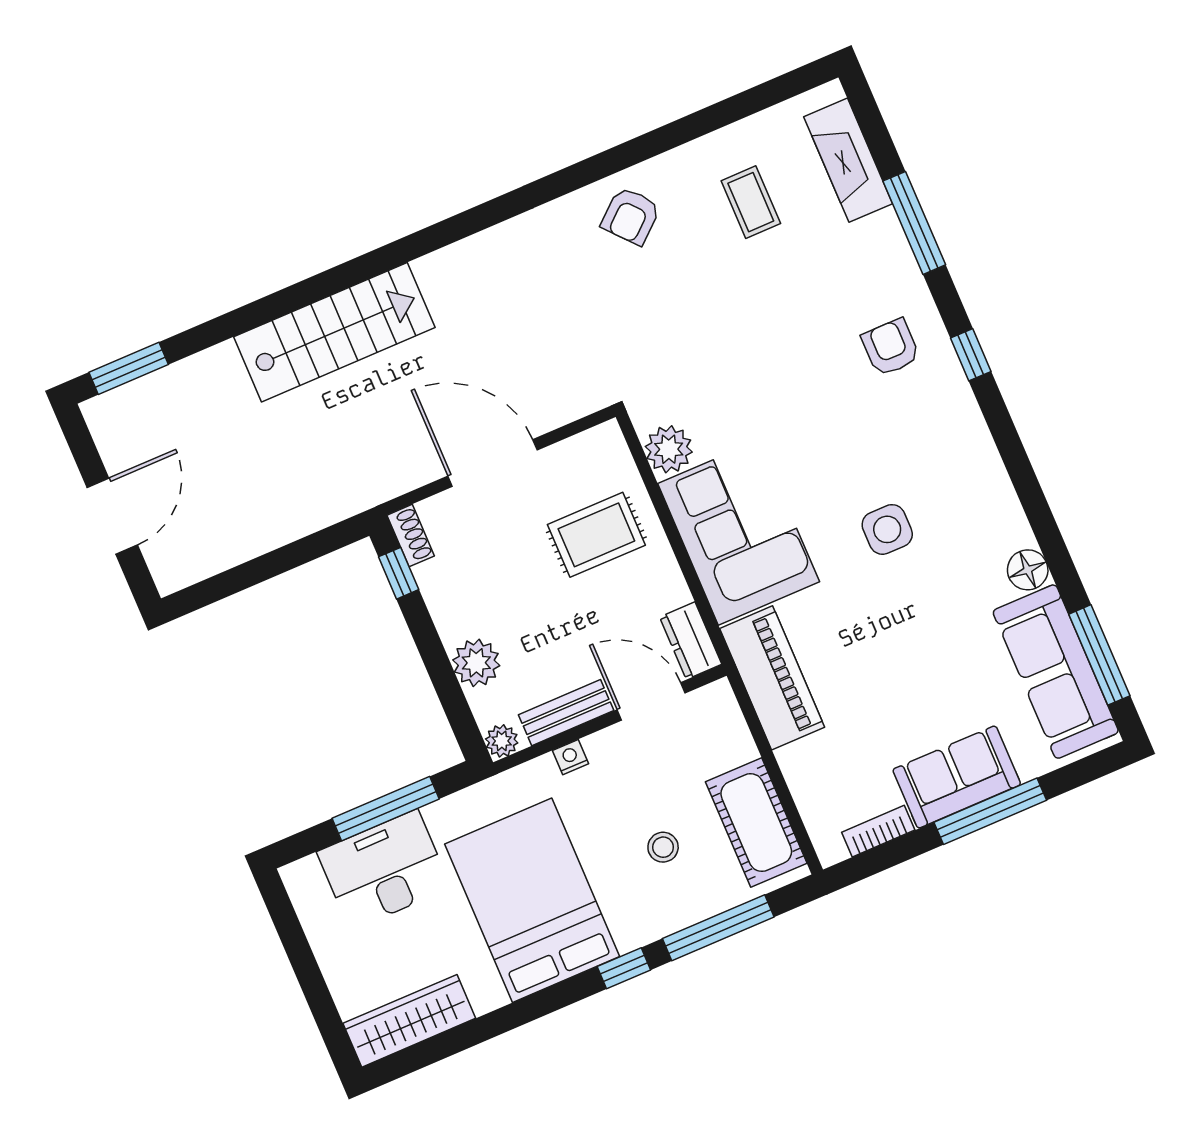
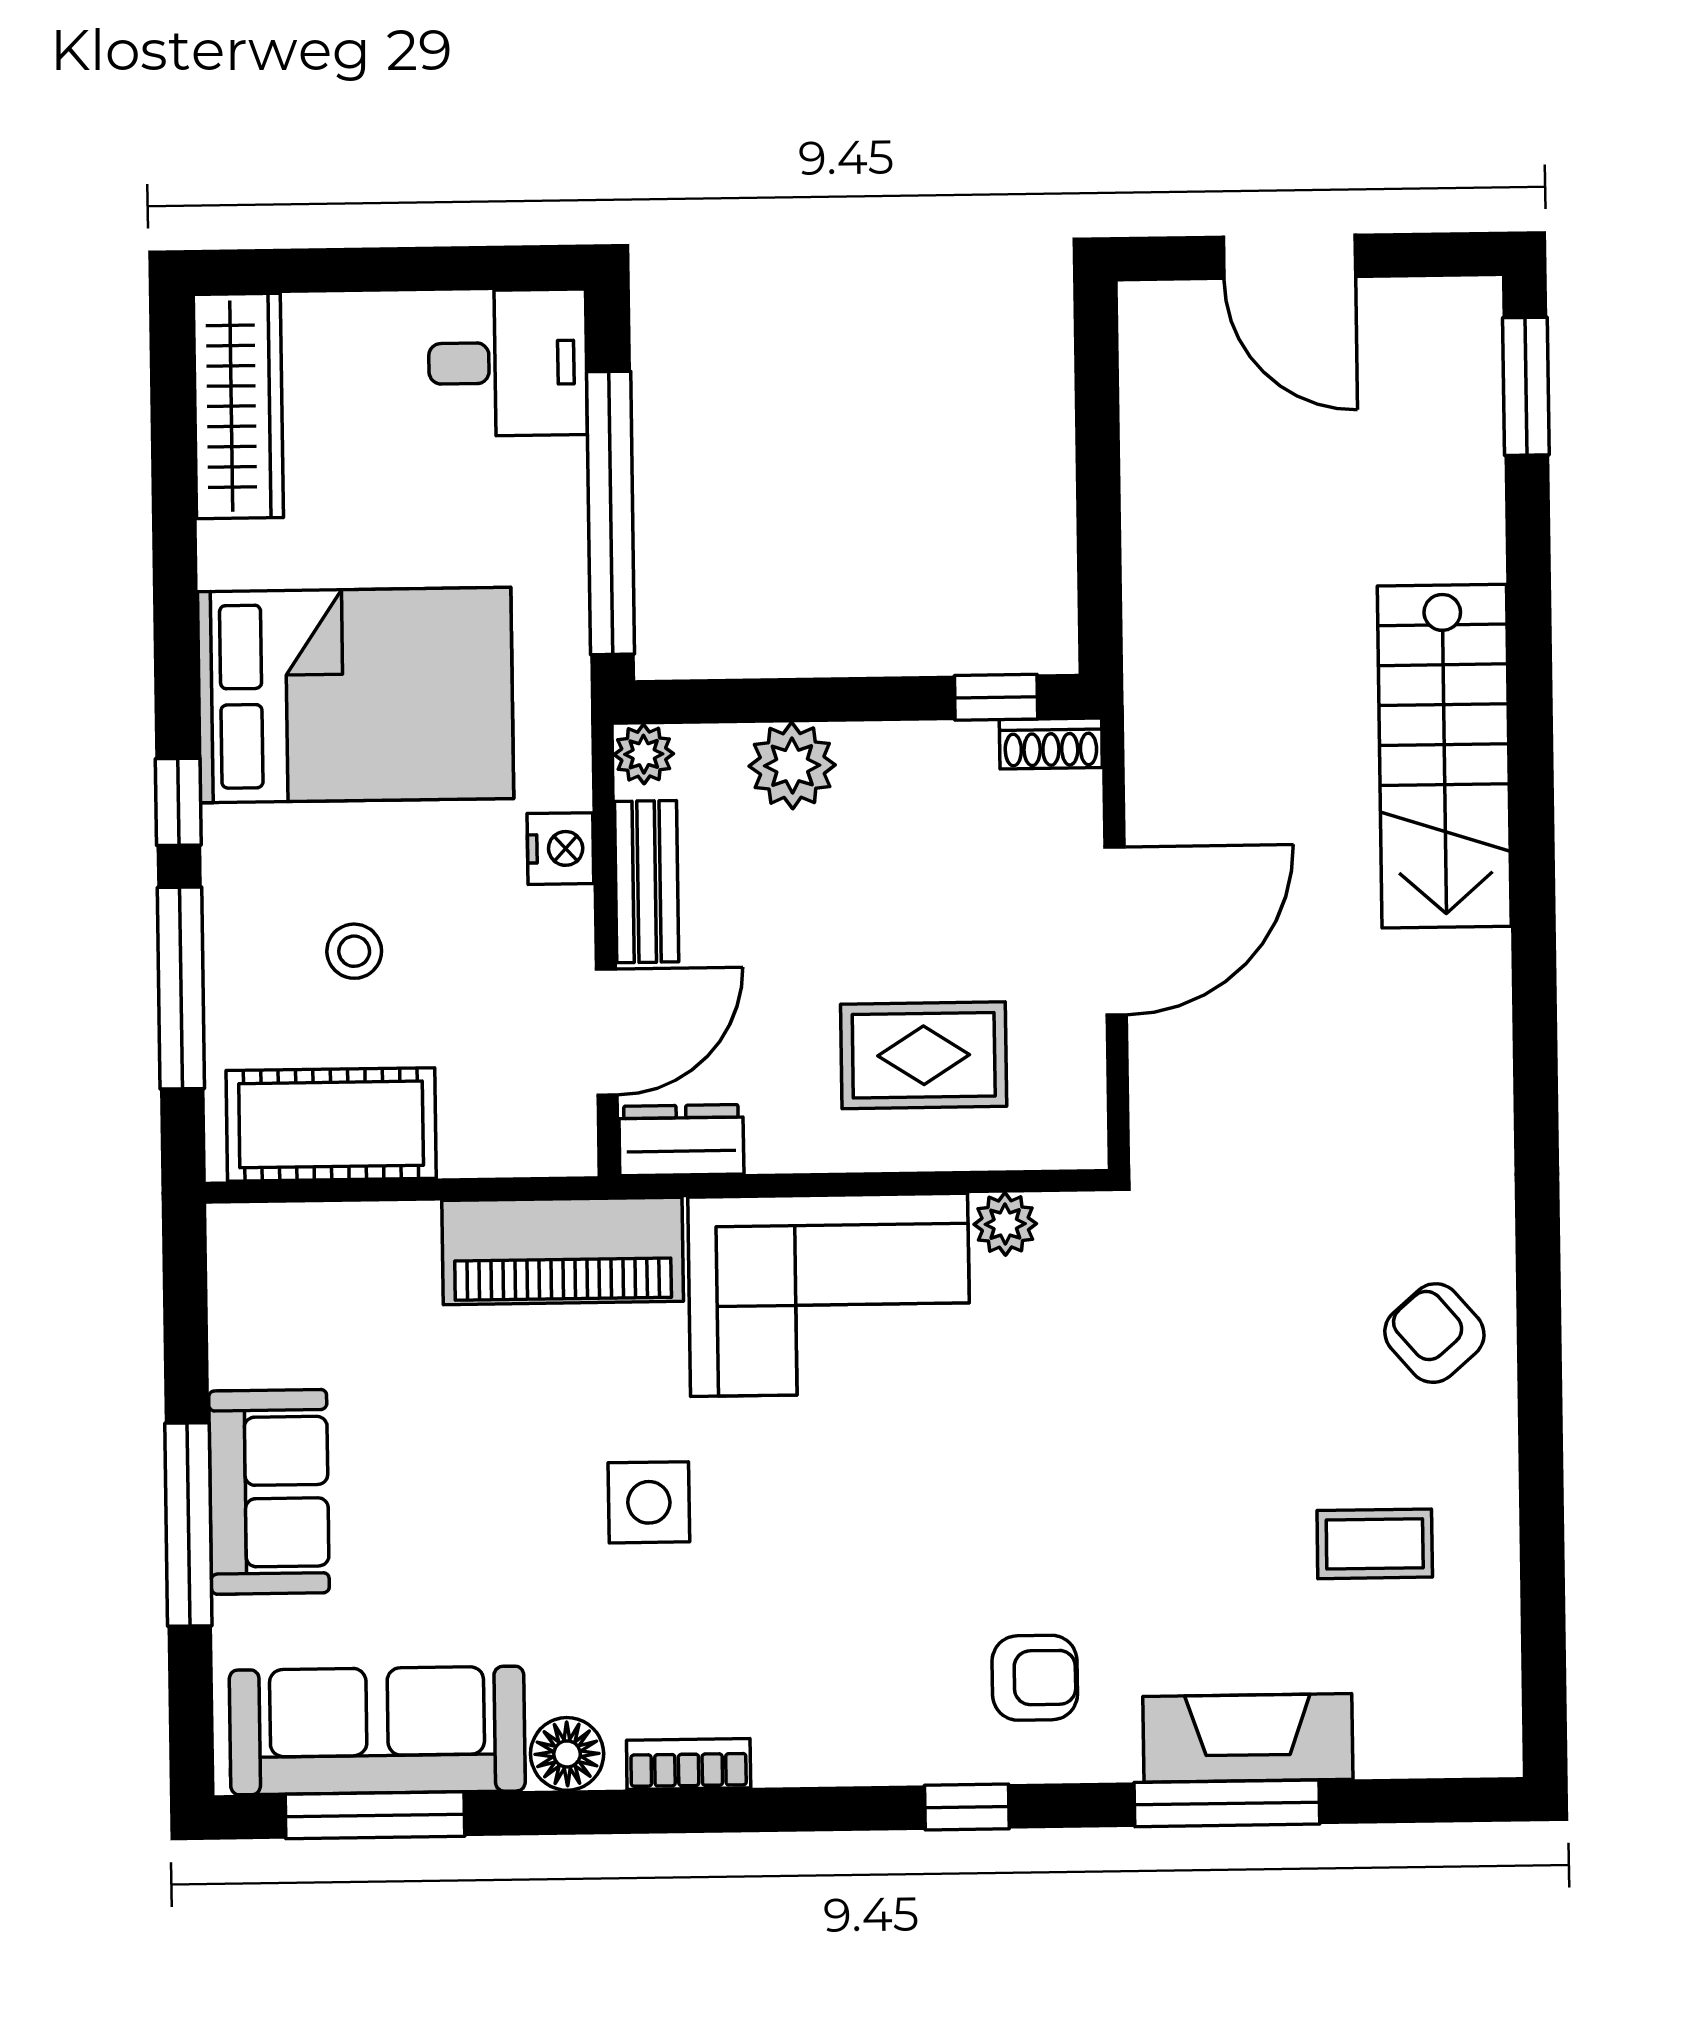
fireplace: (848, 160) -> (1248, 1738), moved
plant: (669, 449) -> (1005, 1224), width x0.73, depth x0.73
side table: (887, 529) -> (649, 1502), moved
rug: (596, 535) -> (924, 1055), turned 90
nightstand: (571, 757) -> (560, 849), width x1.39, depth x1.35
window: (386, 809) -> (611, 513), width x1.46
bookcase: (878, 831) -> (689, 1764), moved, turned -90
desk: (384, 870) -> (508, 363), moved, width x0.73

